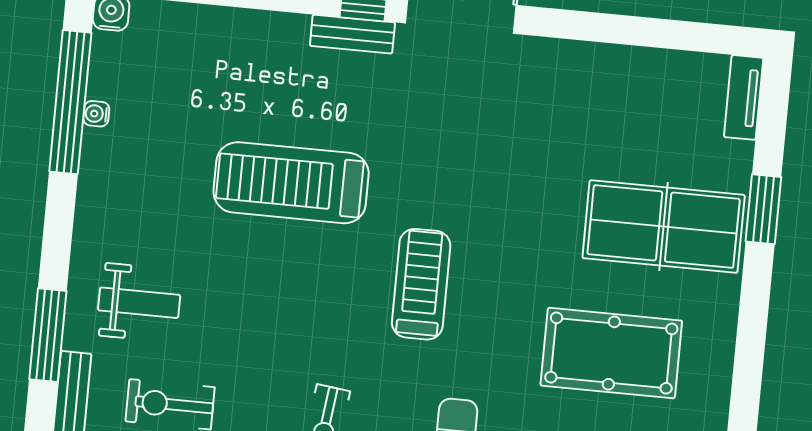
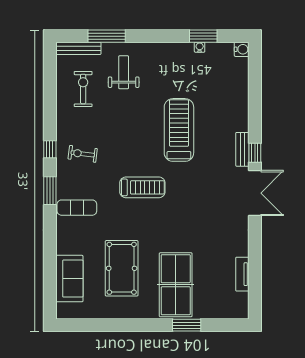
tv unit: (744, 97) -> (242, 274), moved, turned -90
window: (70, 102) -> (203, 36), width x0.47
weight bench: (139, 303) -> (124, 72), turned 180

